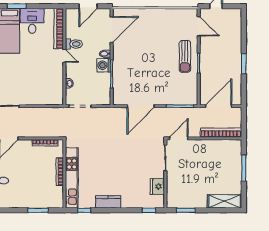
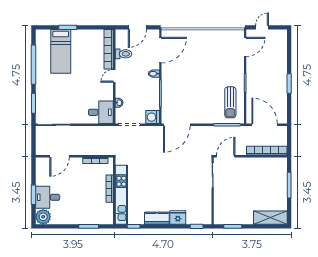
desk: (32, 21) -> (101, 112), moved, turned 90
door: (199, 26) -> (245, 47), hinge flipped
toilet: (74, 44) -> (123, 54), moved
door: (64, 56) -> (114, 76), swing flipped
sun lounger: (185, 56) -> (230, 102), moved
washing machine: (104, 65) -> (153, 117), moved
door: (141, 106) -> (177, 125), moved
door: (219, 106) -> (265, 125), hinge flipped
fridge: (157, 186) -> (178, 218), moved, turned 90

